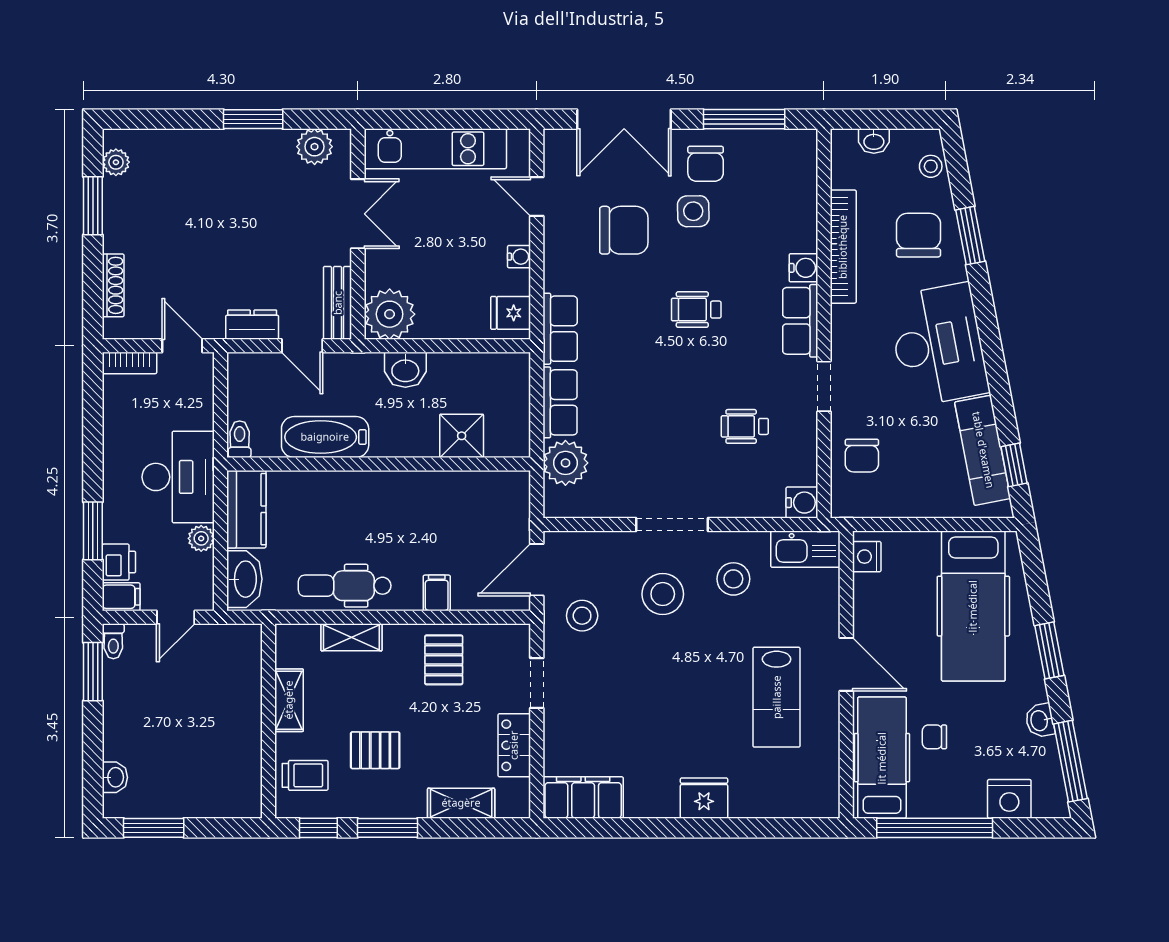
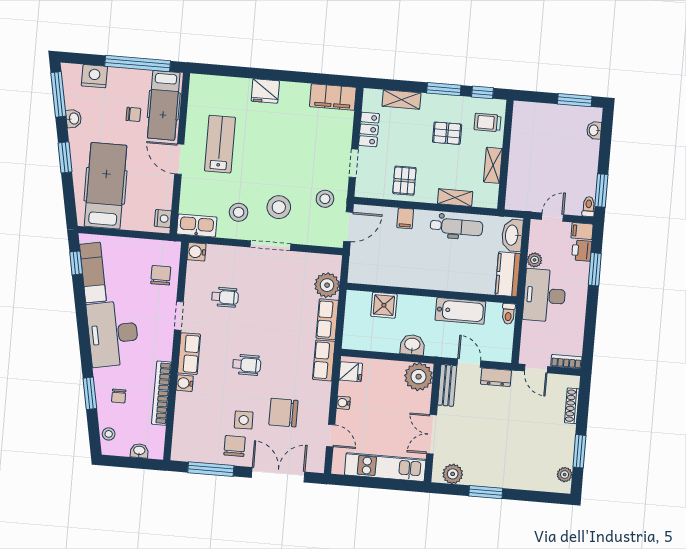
chair: (918, 235) -> (119, 396), width x0.54, depth x0.54

